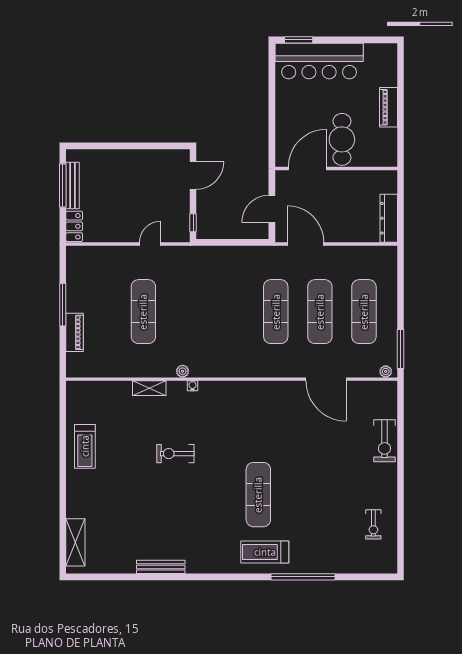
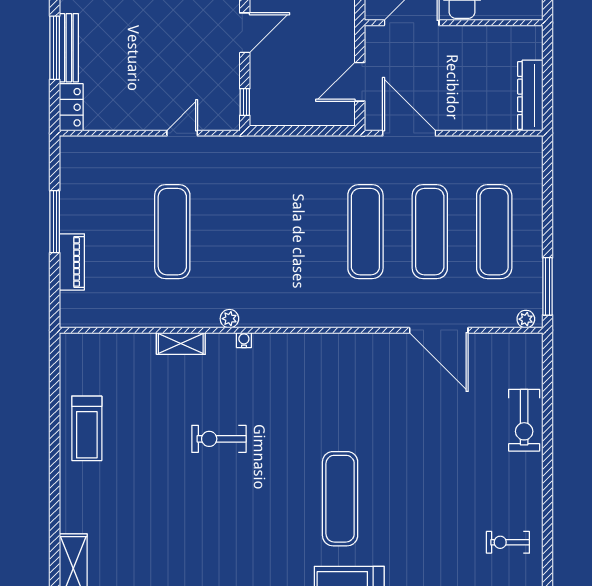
exercise bike: (373, 524) -> (508, 542), turned 90

